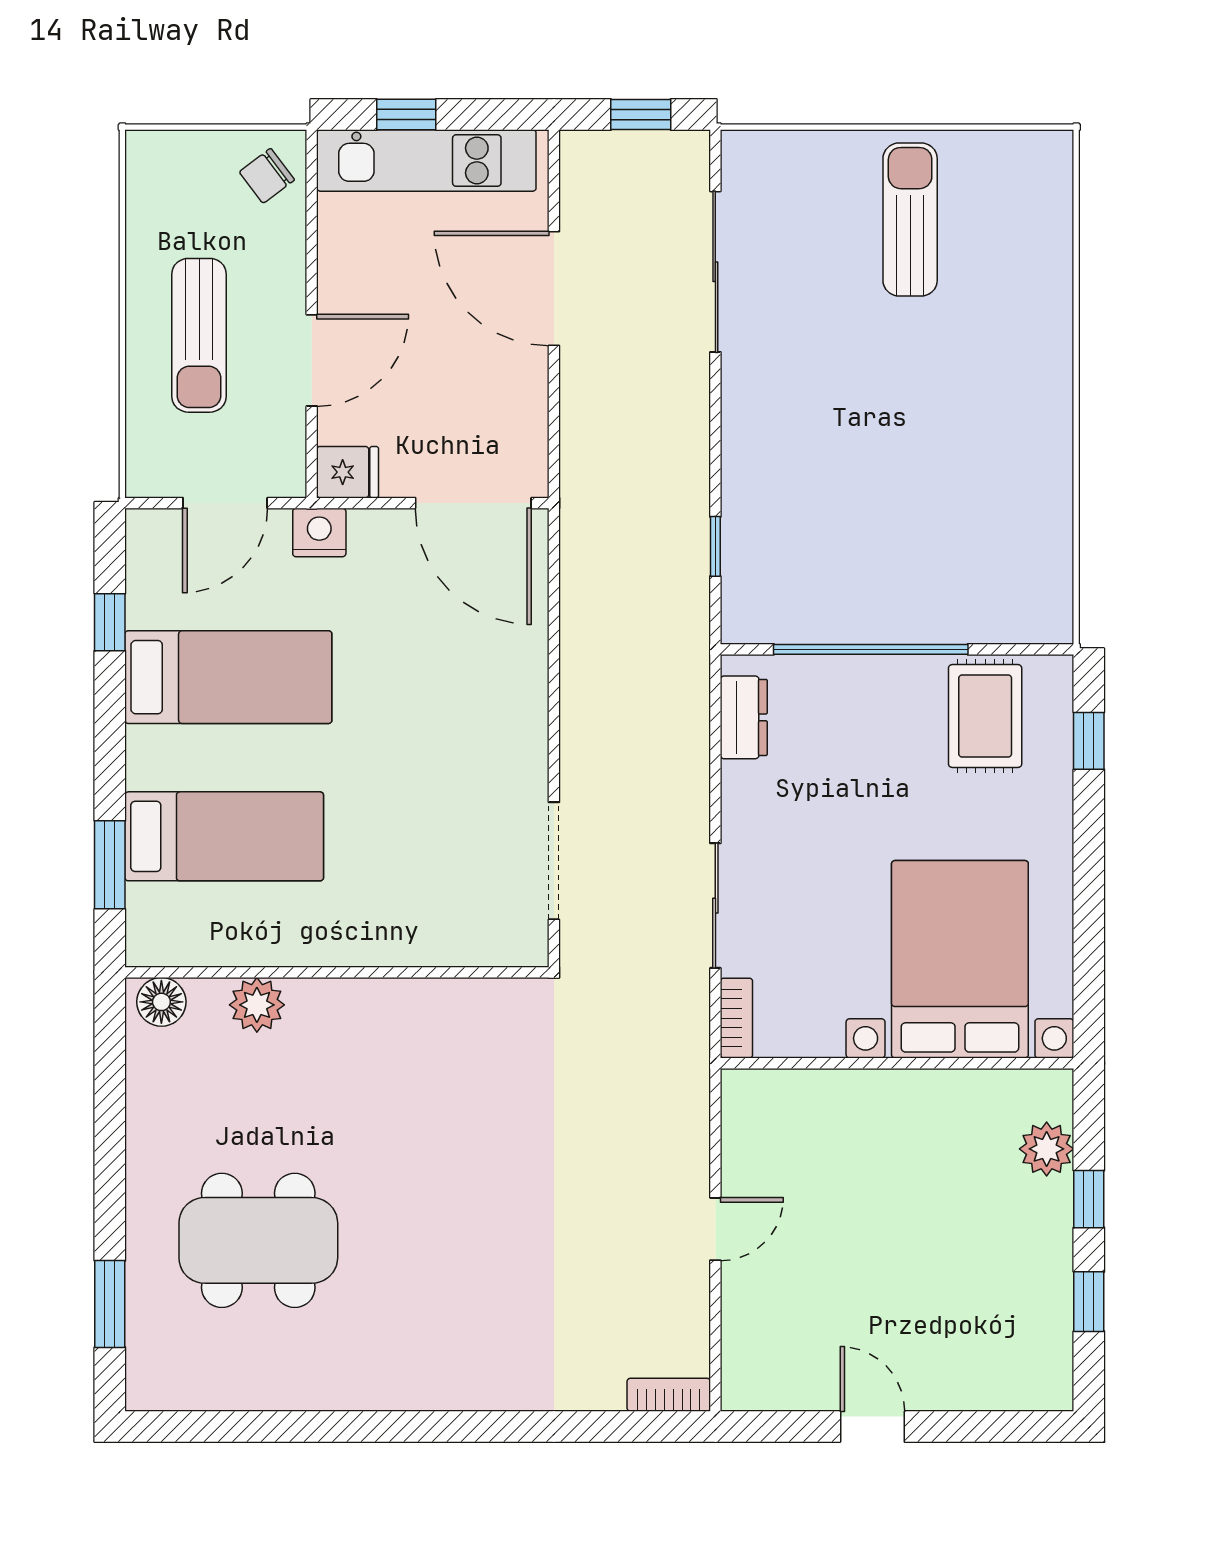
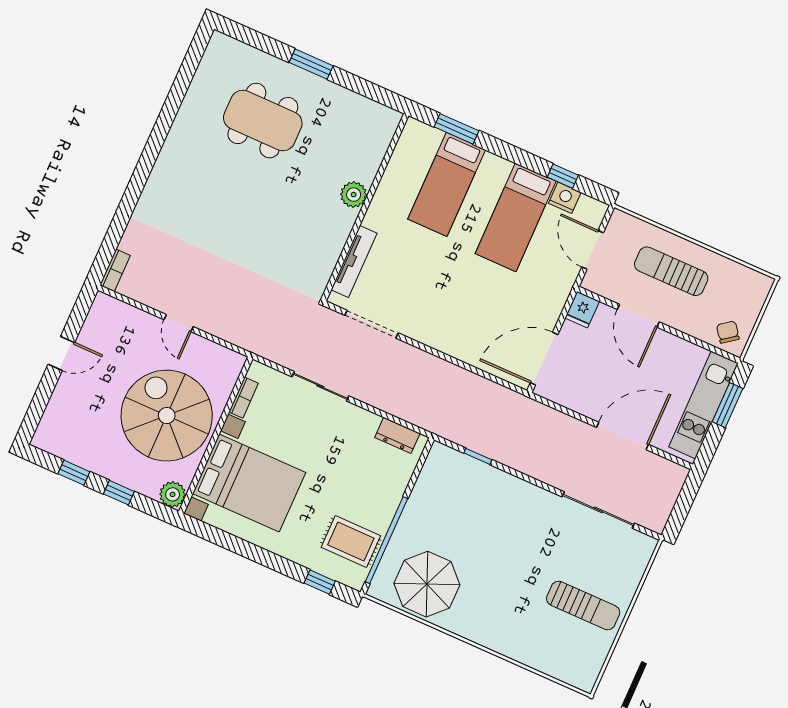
window: (406, 115) -> (728, 405), width x1.50
window: (641, 115) -> (682, 508), removed
nightstand: (319, 533) -> (565, 198), moved, turned -90
parasol: (1002, 535) -> (427, 584), added
window: (871, 649) -> (386, 540), moved
tv unit: (449, 947) -> (354, 261), added
floor lamp: (161, 1002) -> (386, 125), removed
plant: (257, 1005) -> (354, 195), moved
bookcase: (736, 1018) -> (244, 398), moved, turned -90
plant: (1047, 1149) -> (173, 494), moved
spiral stairs: (901, 1173) -> (167, 416), added
dining table: (258, 1240) -> (263, 121), turned 90
window: (110, 1304) -> (311, 64), moved

